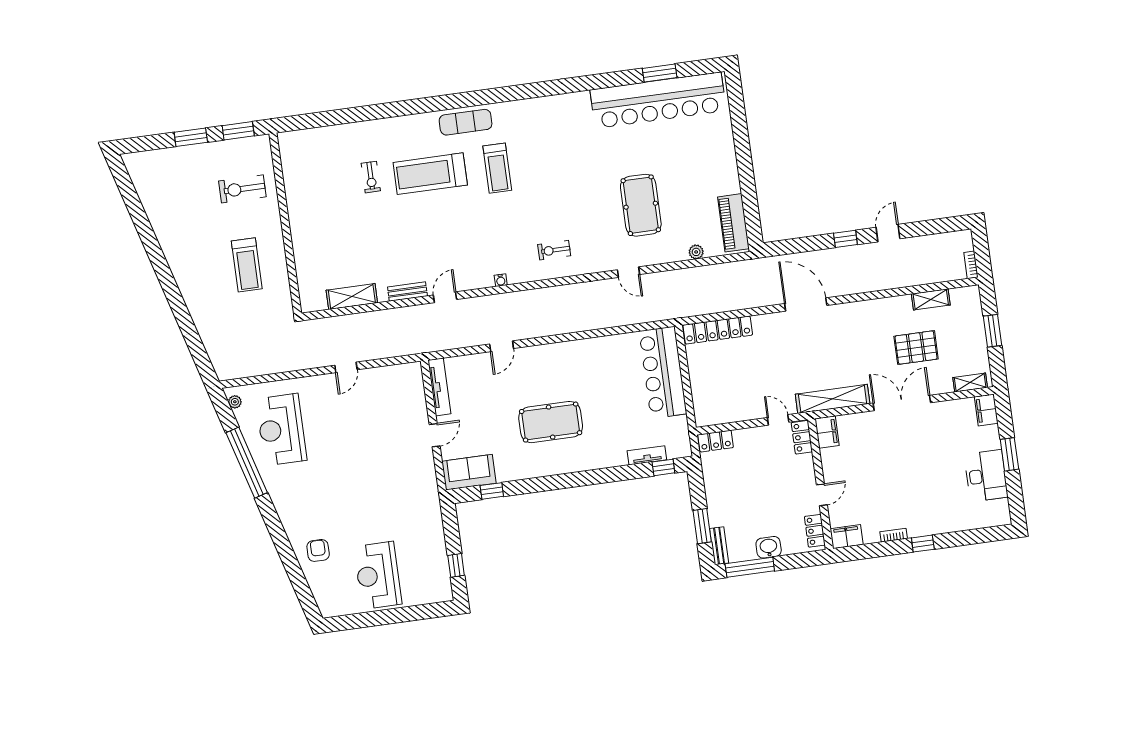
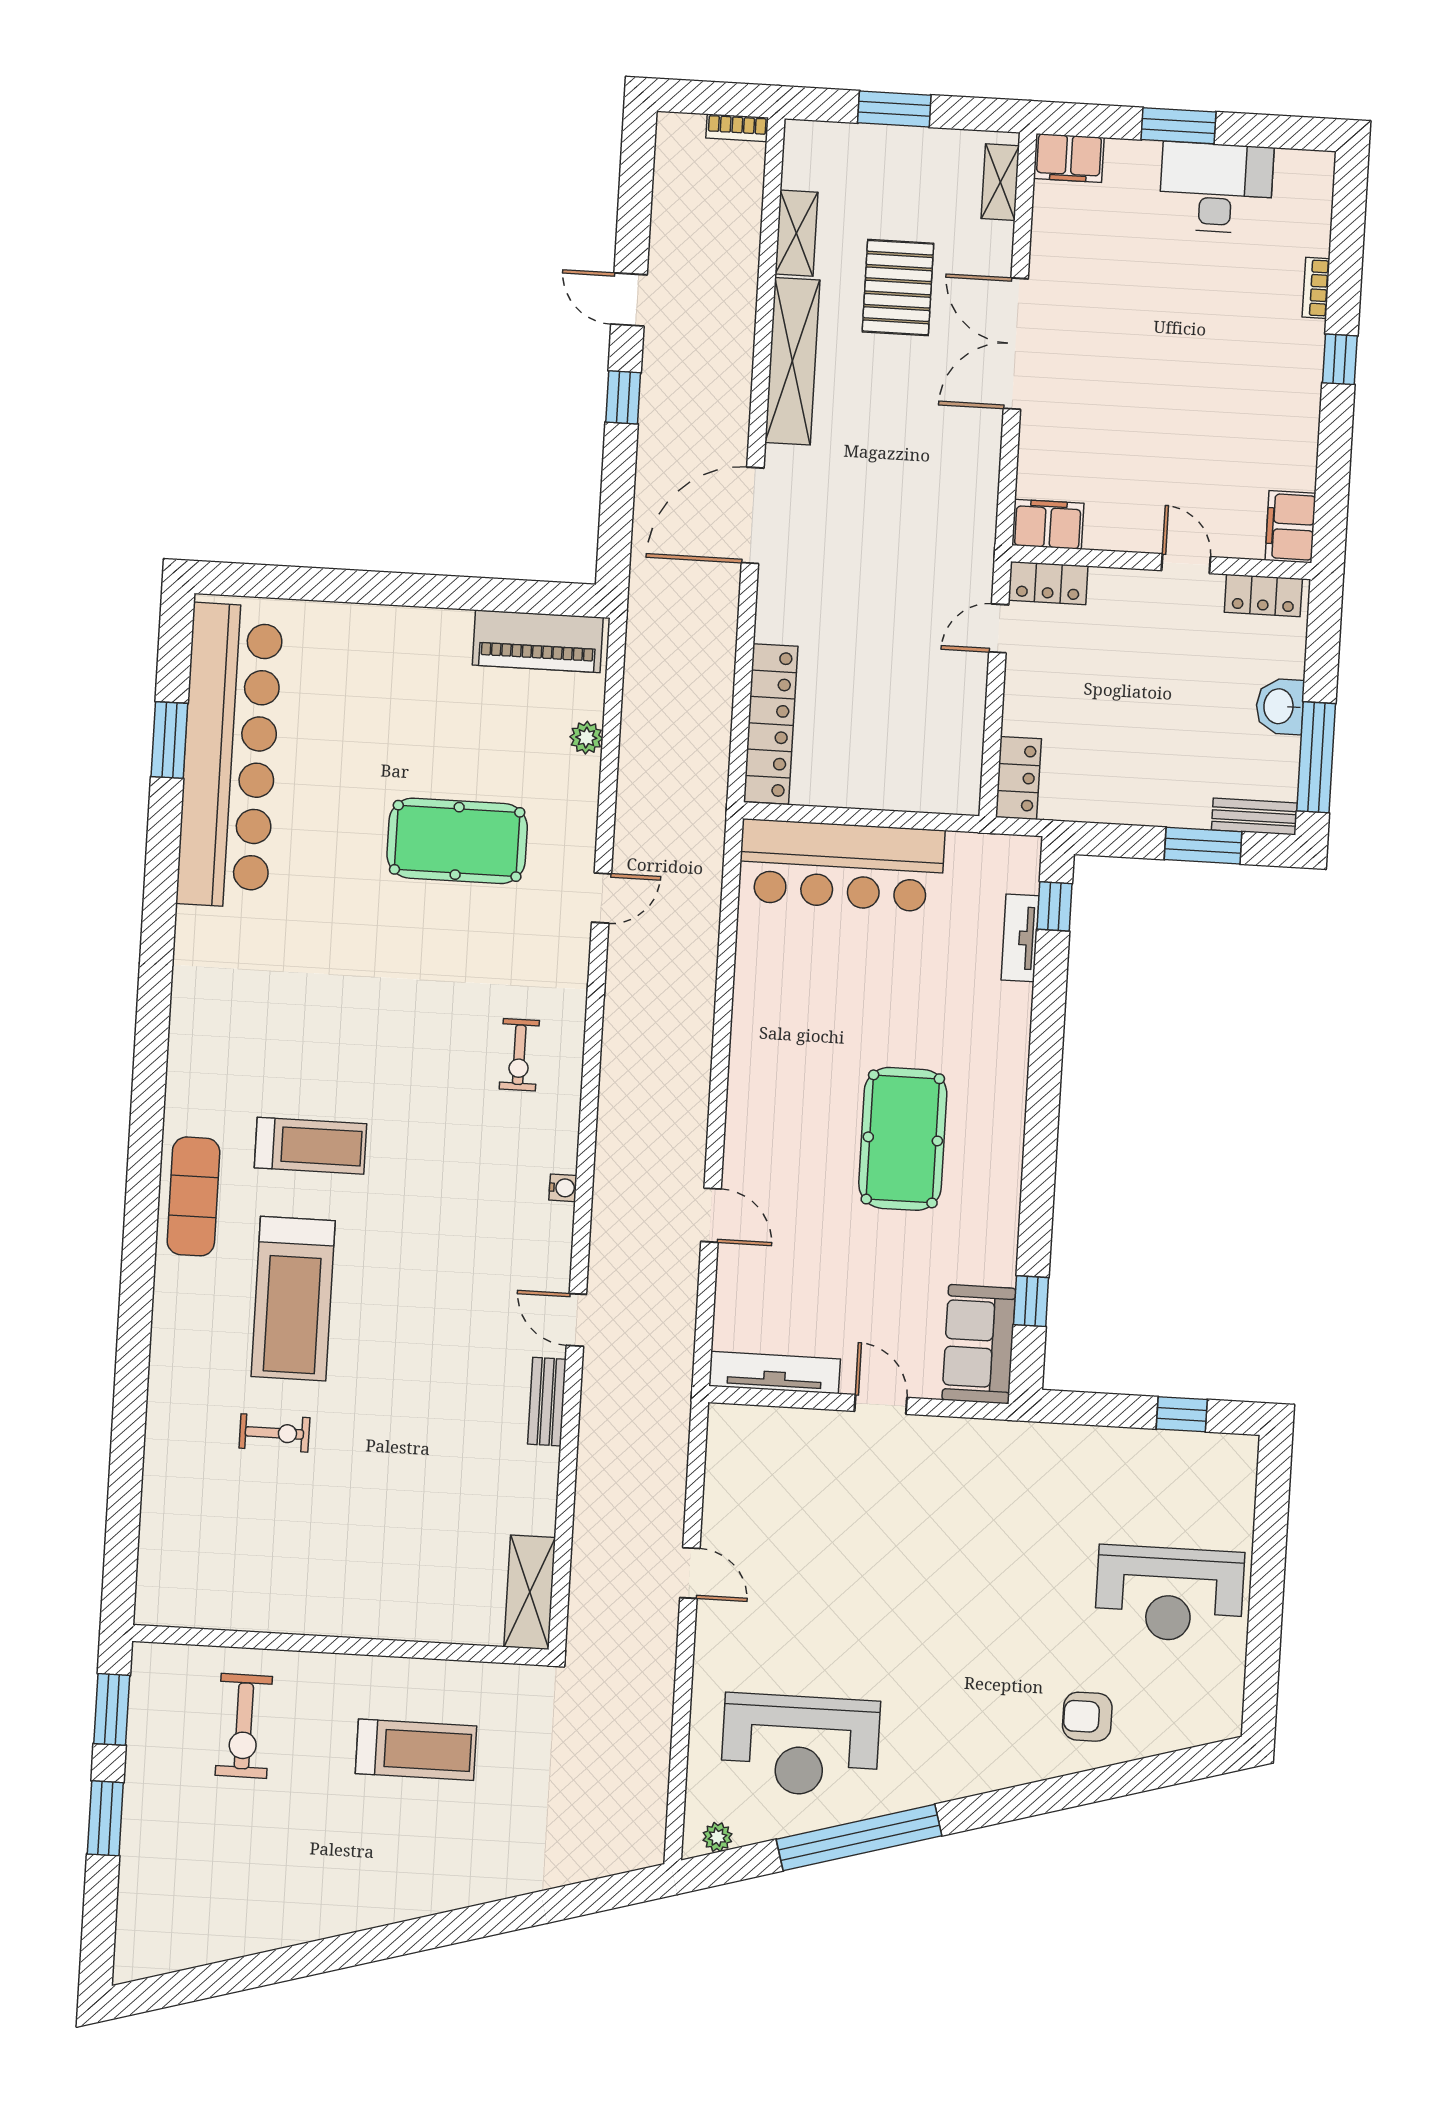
shelving: (352, 297) -> (530, 1592), moved
shelving: (833, 399) -> (792, 361), moved
bookcase: (894, 535) -> (1316, 288), moved

